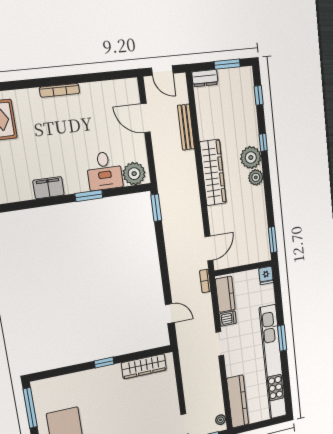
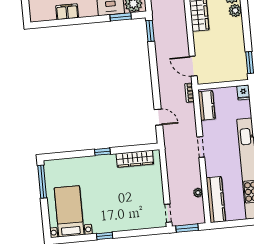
window: (89, 196) -> (121, 17), moved
door: (209, 248) -> (193, 66), swing flipped
dishwasher: (228, 319) -> (208, 126), removed
plant: (221, 420) -> (198, 193), moved

